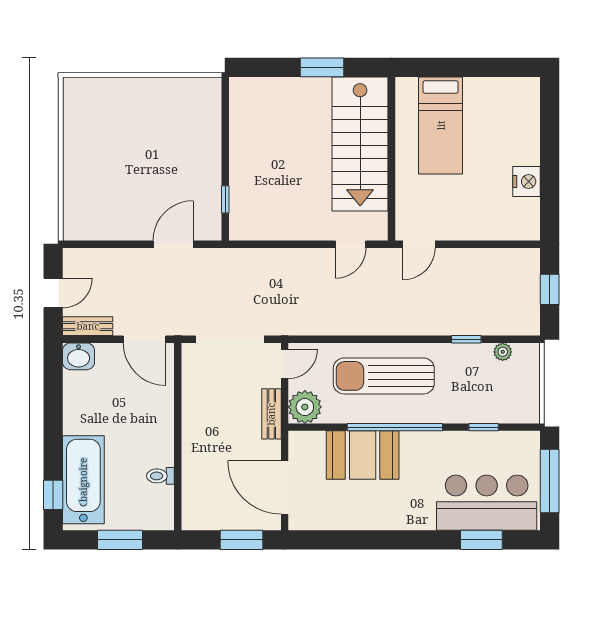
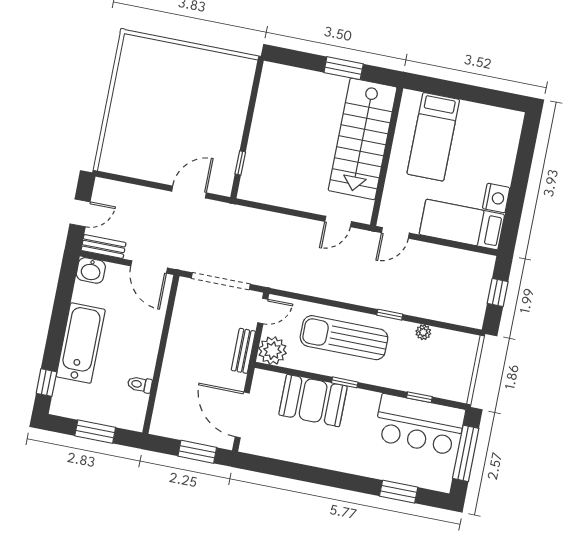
bed: (493, 220) -> (462, 225), added
window: (466, 339) -> (390, 315), moved
plant: (503, 352) -> (423, 332), moved
window: (395, 427) -> (345, 382), width x0.32
bathtub: (83, 480) -> (81, 343), moved
bar counter: (487, 503) -> (420, 425), moved, turned 180

